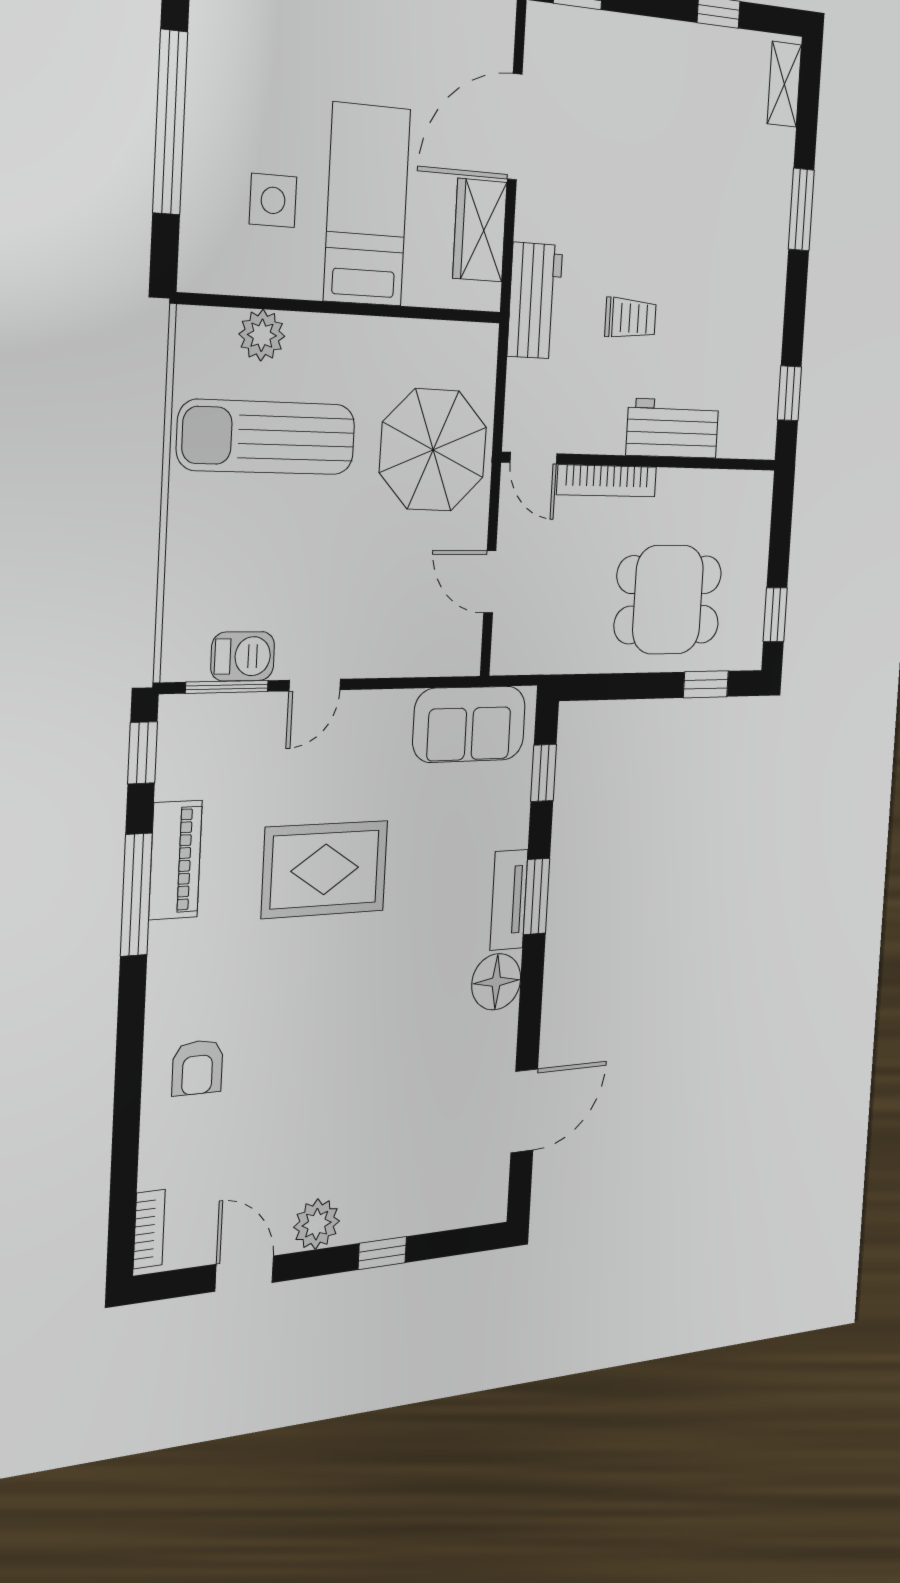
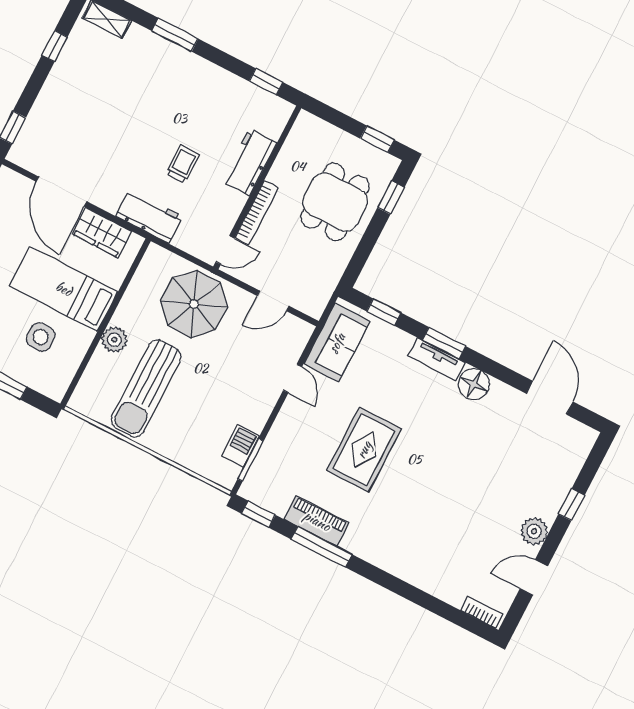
plant: (262, 335) -> (114, 340), moved
door: (315, 685) -> (293, 379), moved
armchair: (197, 1067) -> (420, 555), removed

